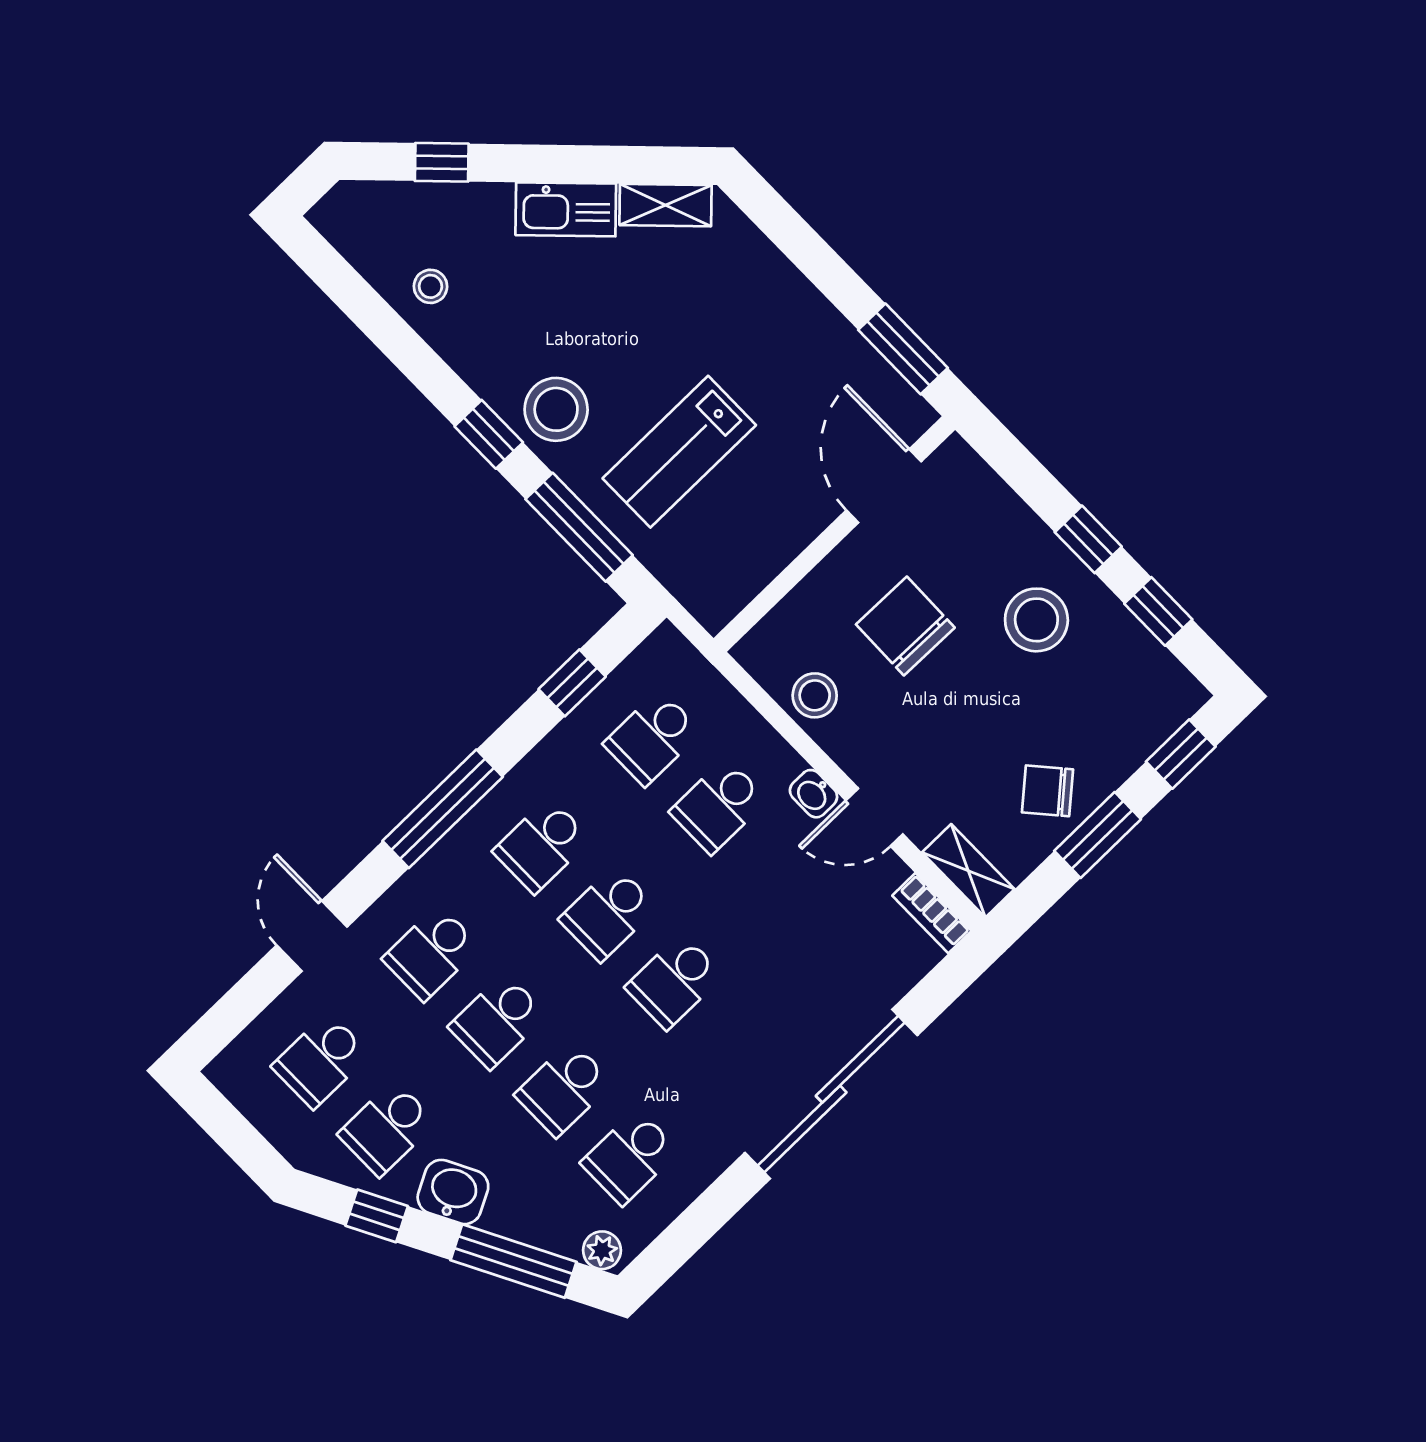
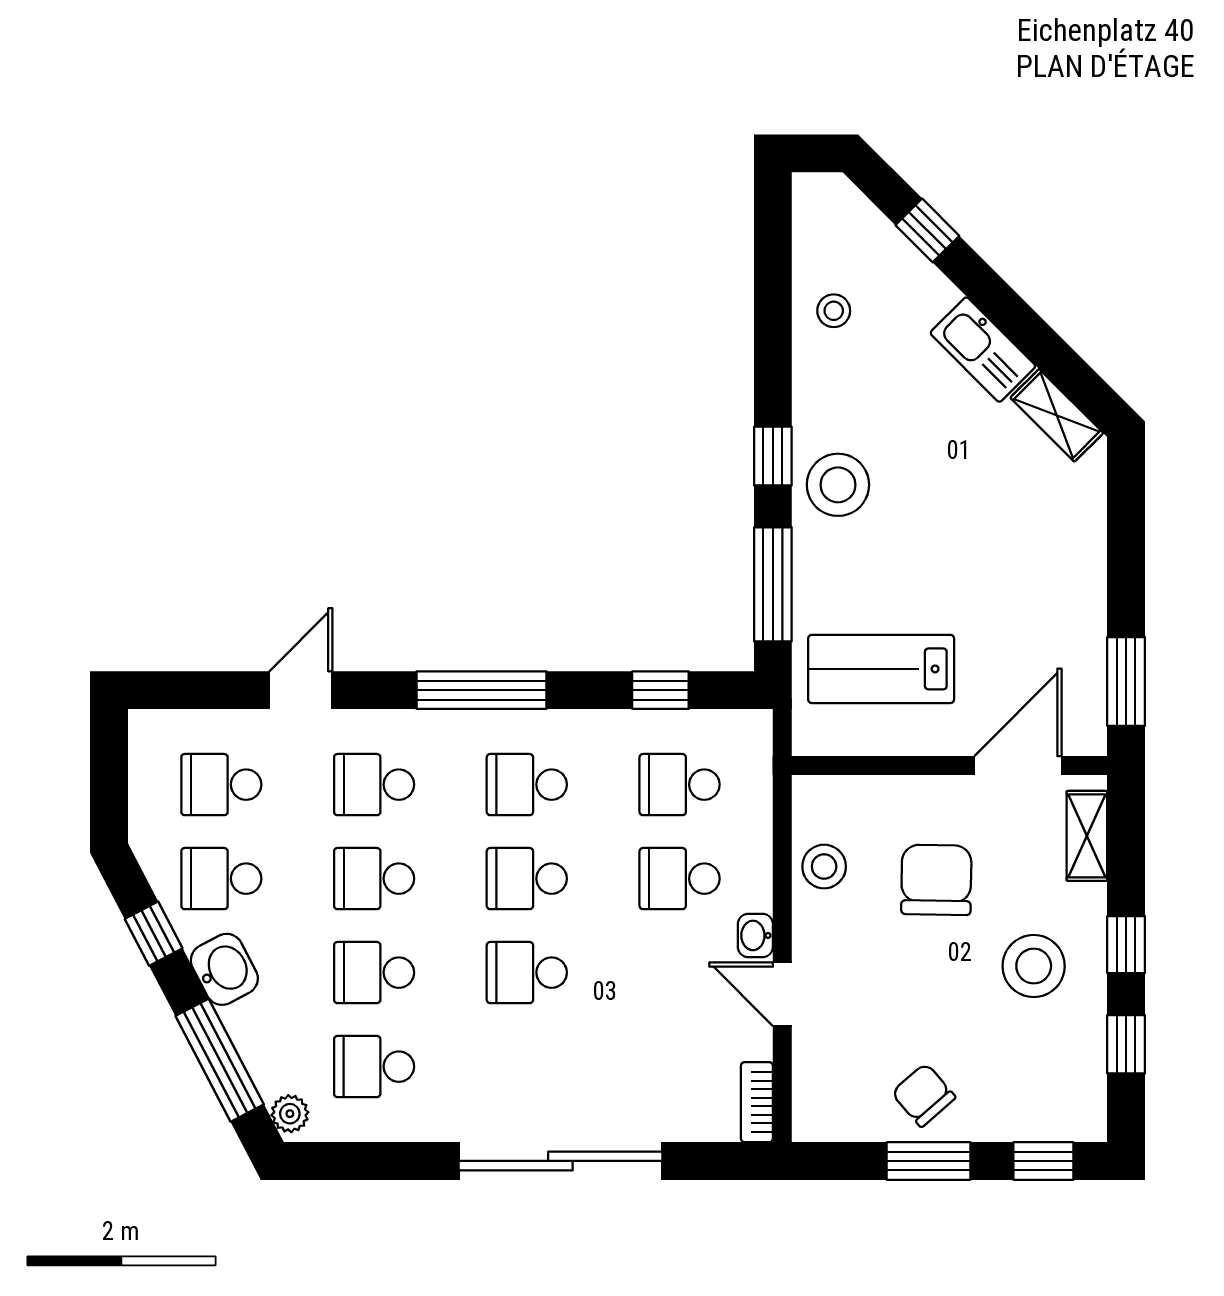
lab bench: (679, 452) -> (881, 669), moved
shelving: (968, 871) -> (1087, 836), moved

